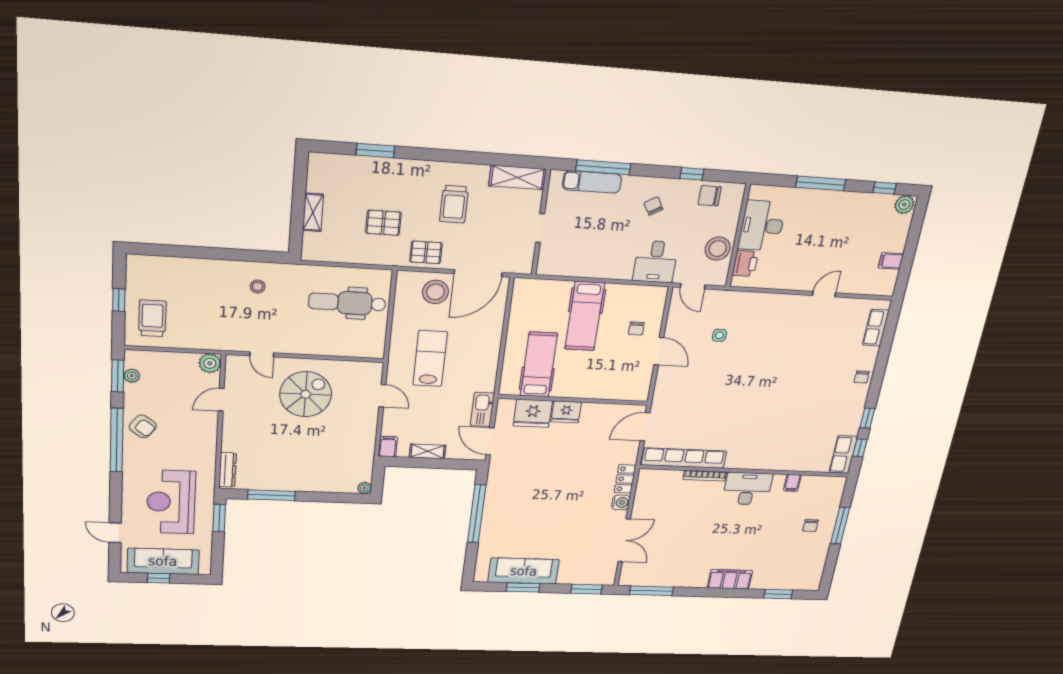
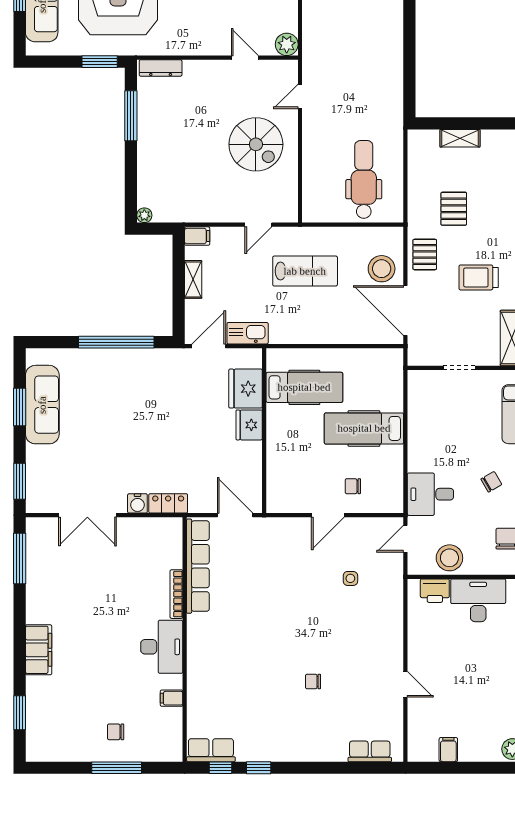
stool: (258, 287) -> (376, 88), removed
chair: (862, 377) -> (313, 682), moved

